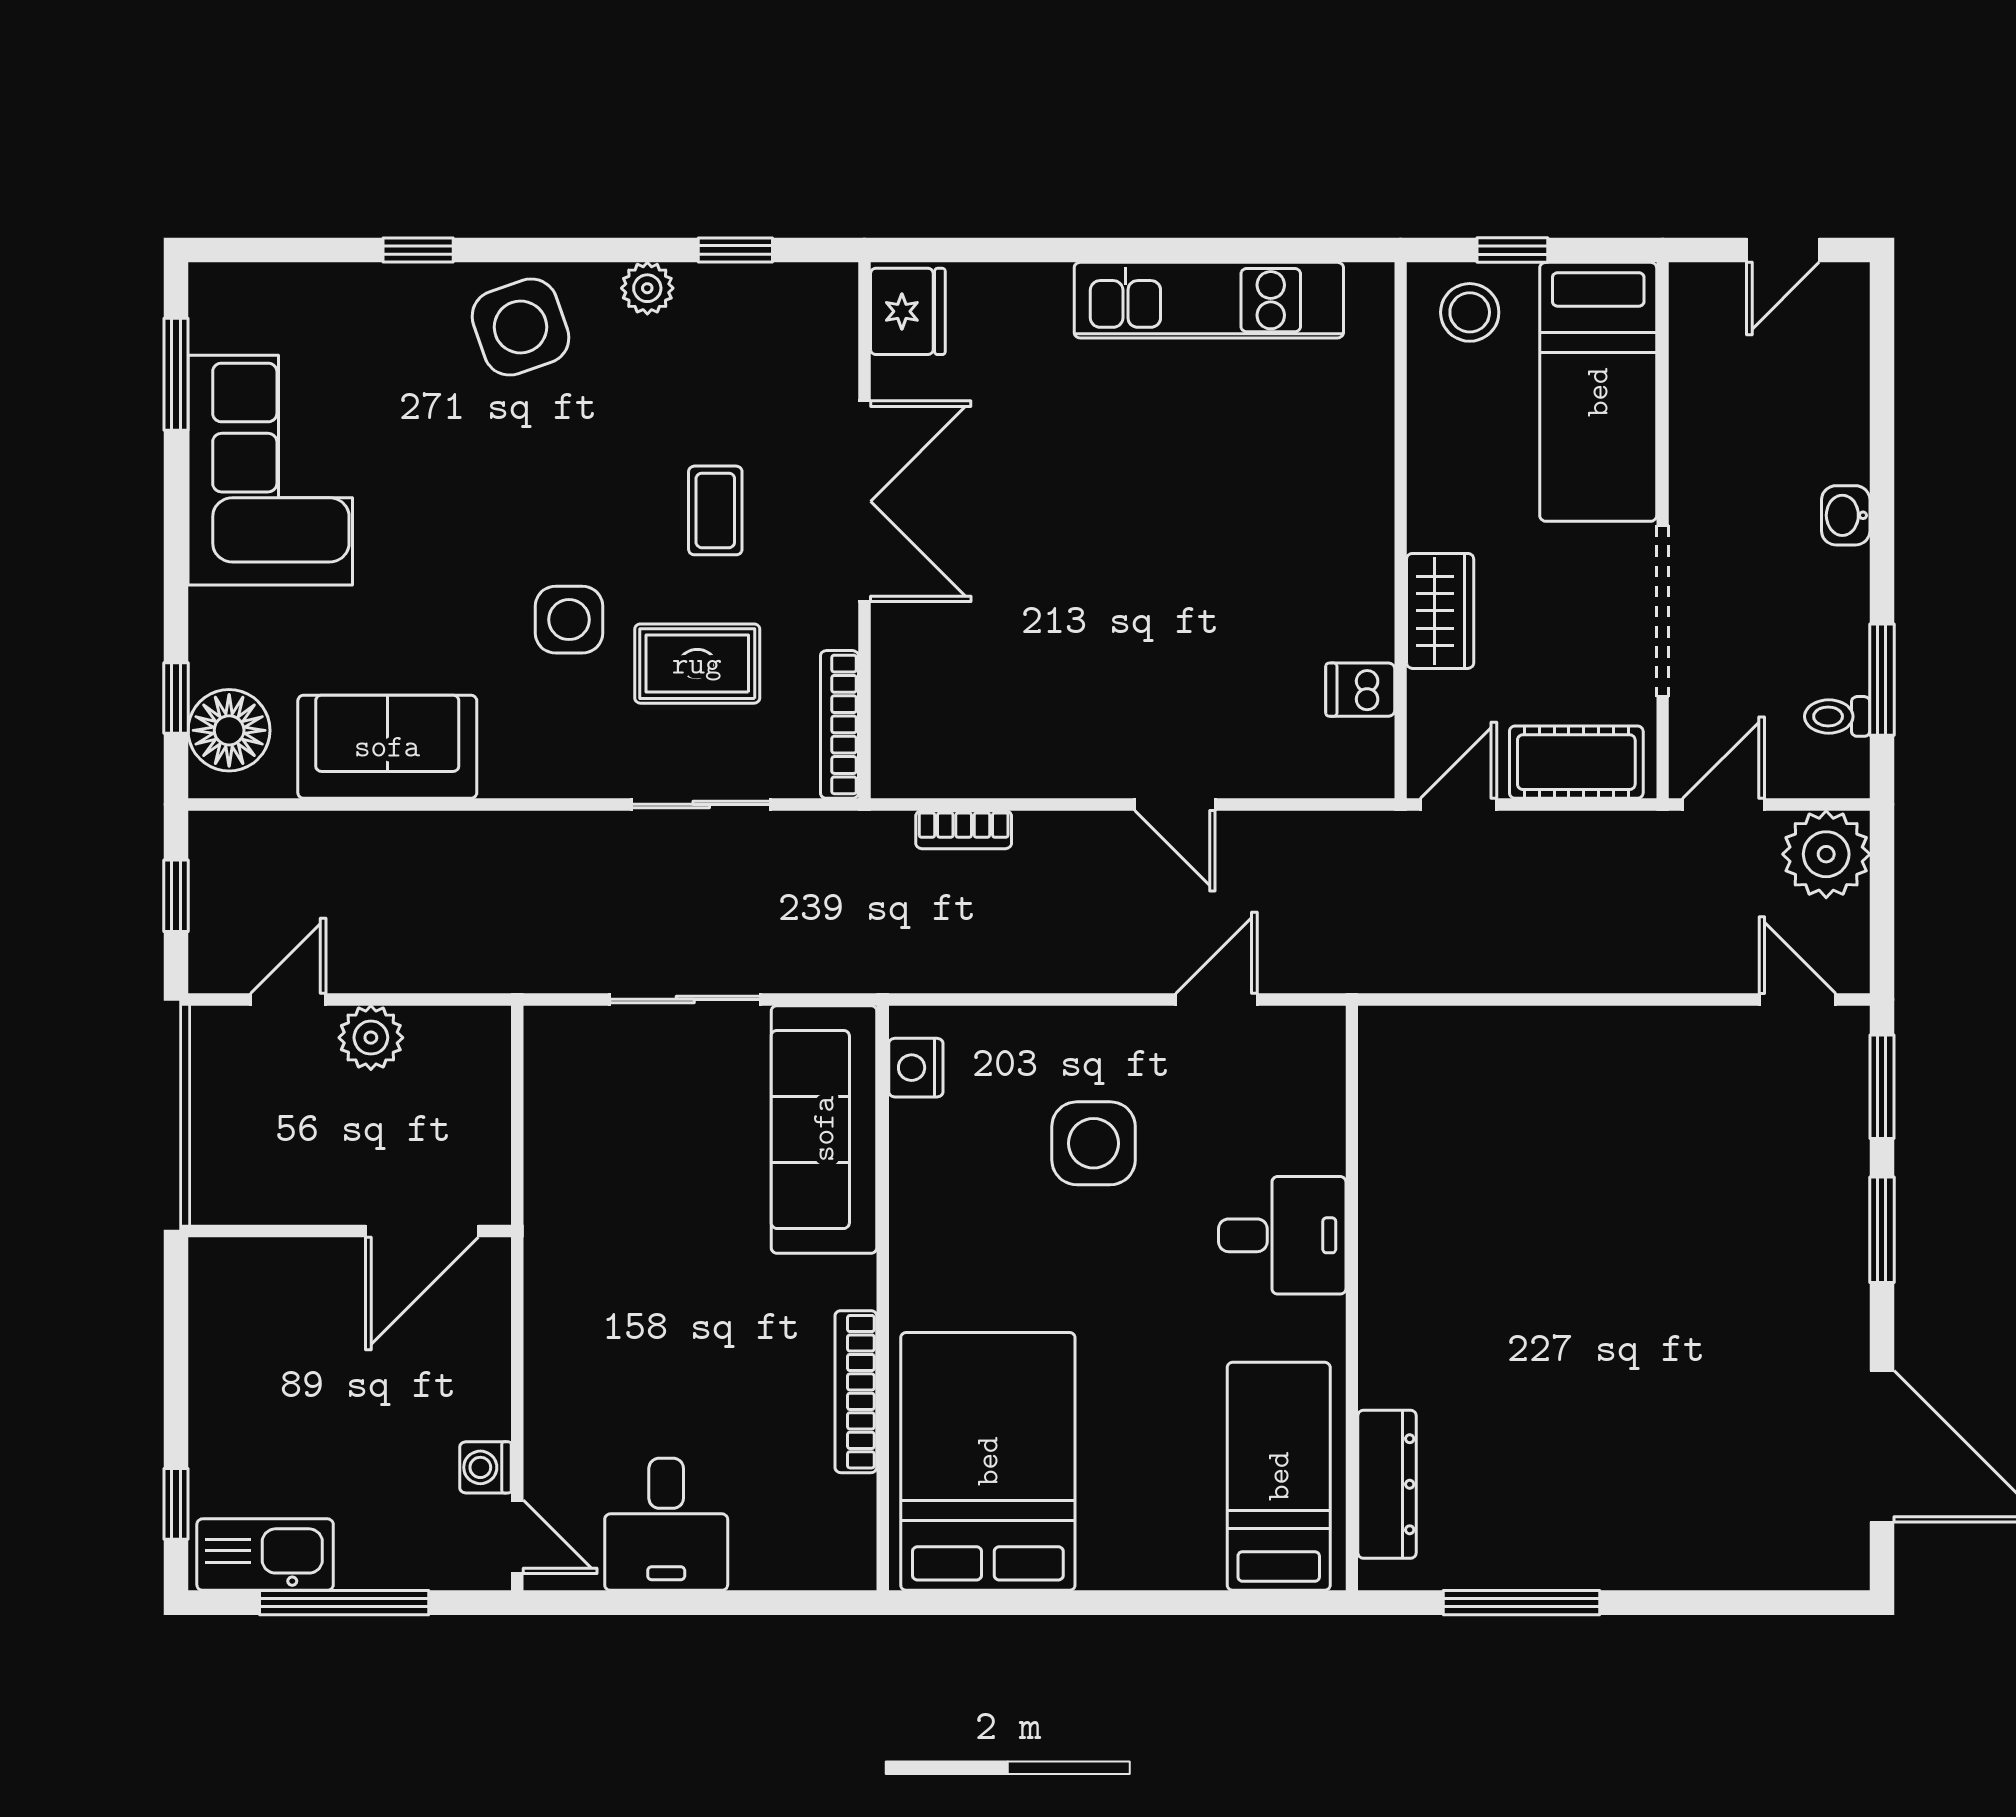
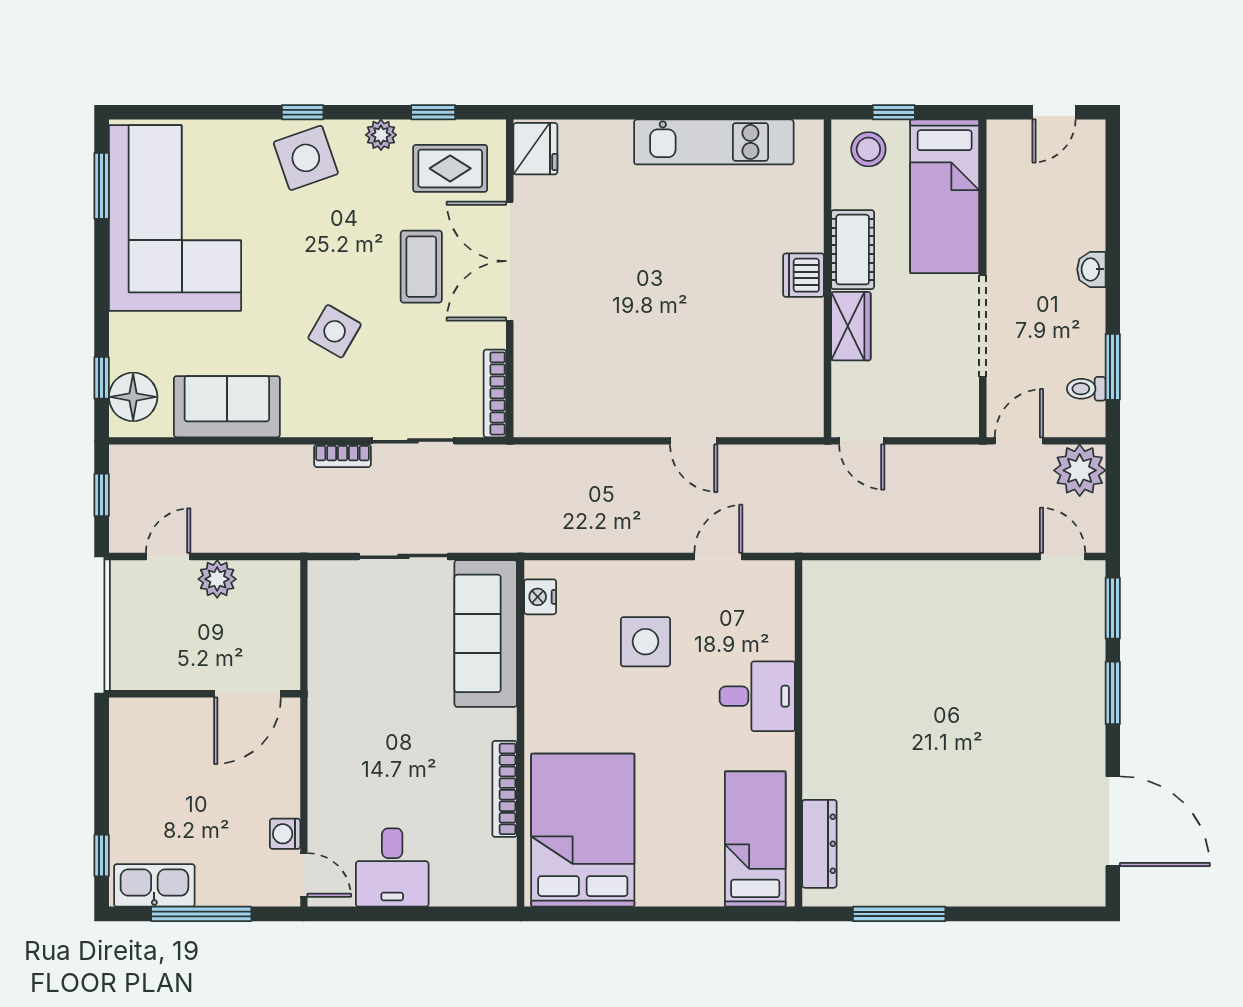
window: (418, 250) -> (303, 112), moved
corner sofa: (270, 470) -> (175, 218), width x1.36, depth x1.36
double door: (864, 501) -> (510, 261), swing flipped
coffee table: (715, 510) -> (421, 267), width x1.36, depth x1.30
side table: (569, 620) -> (335, 331), turned 30
rug: (697, 664) -> (450, 168), moved
dishwasher: (1360, 690) -> (804, 275), moved, width x1.38
cot: (1576, 762) -> (853, 250), moved, turned 90
door: (1458, 804) -> (862, 441), swing flipped
bookcase: (964, 830) -> (342, 456), moved

